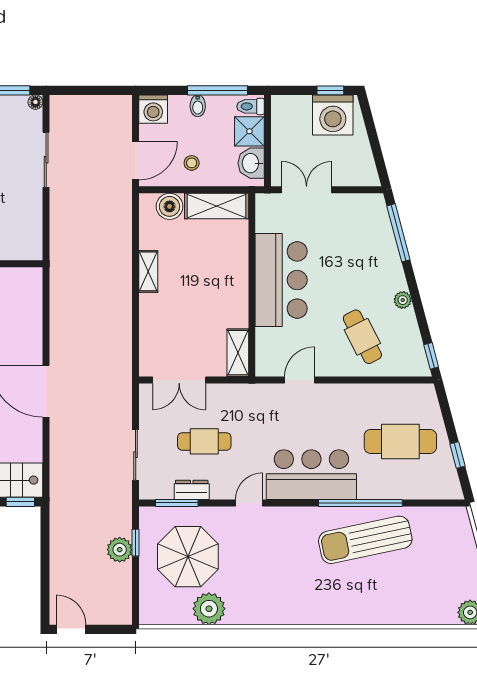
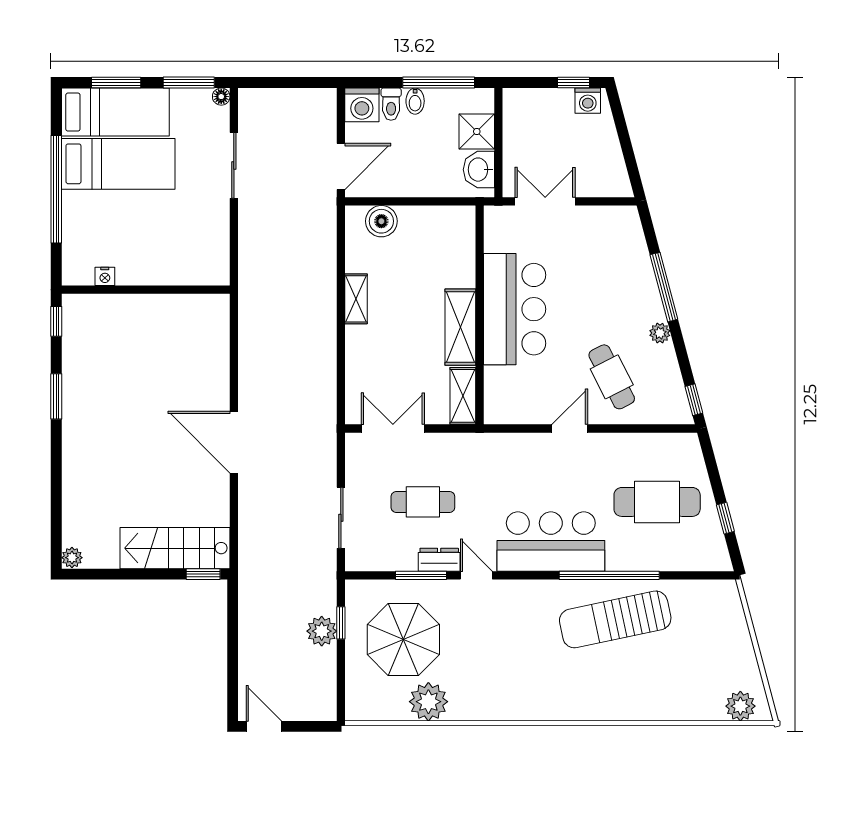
toilet: (251, 106) -> (391, 104), moved, turned -90
washing machine: (333, 115) -> (588, 101), width x0.53, depth x0.53
stool: (192, 163) -> (408, 169), removed
shelving: (217, 206) -> (460, 327), moved, turned 90
window: (398, 233) -> (664, 287), moved
double door: (179, 380) -> (393, 429), swing flipped
door: (300, 380) -> (570, 429), moved
dresser: (192, 490) -> (439, 560), moved
window: (177, 503) -> (421, 575), moved
door: (249, 503) -> (476, 575), hinge flipped

